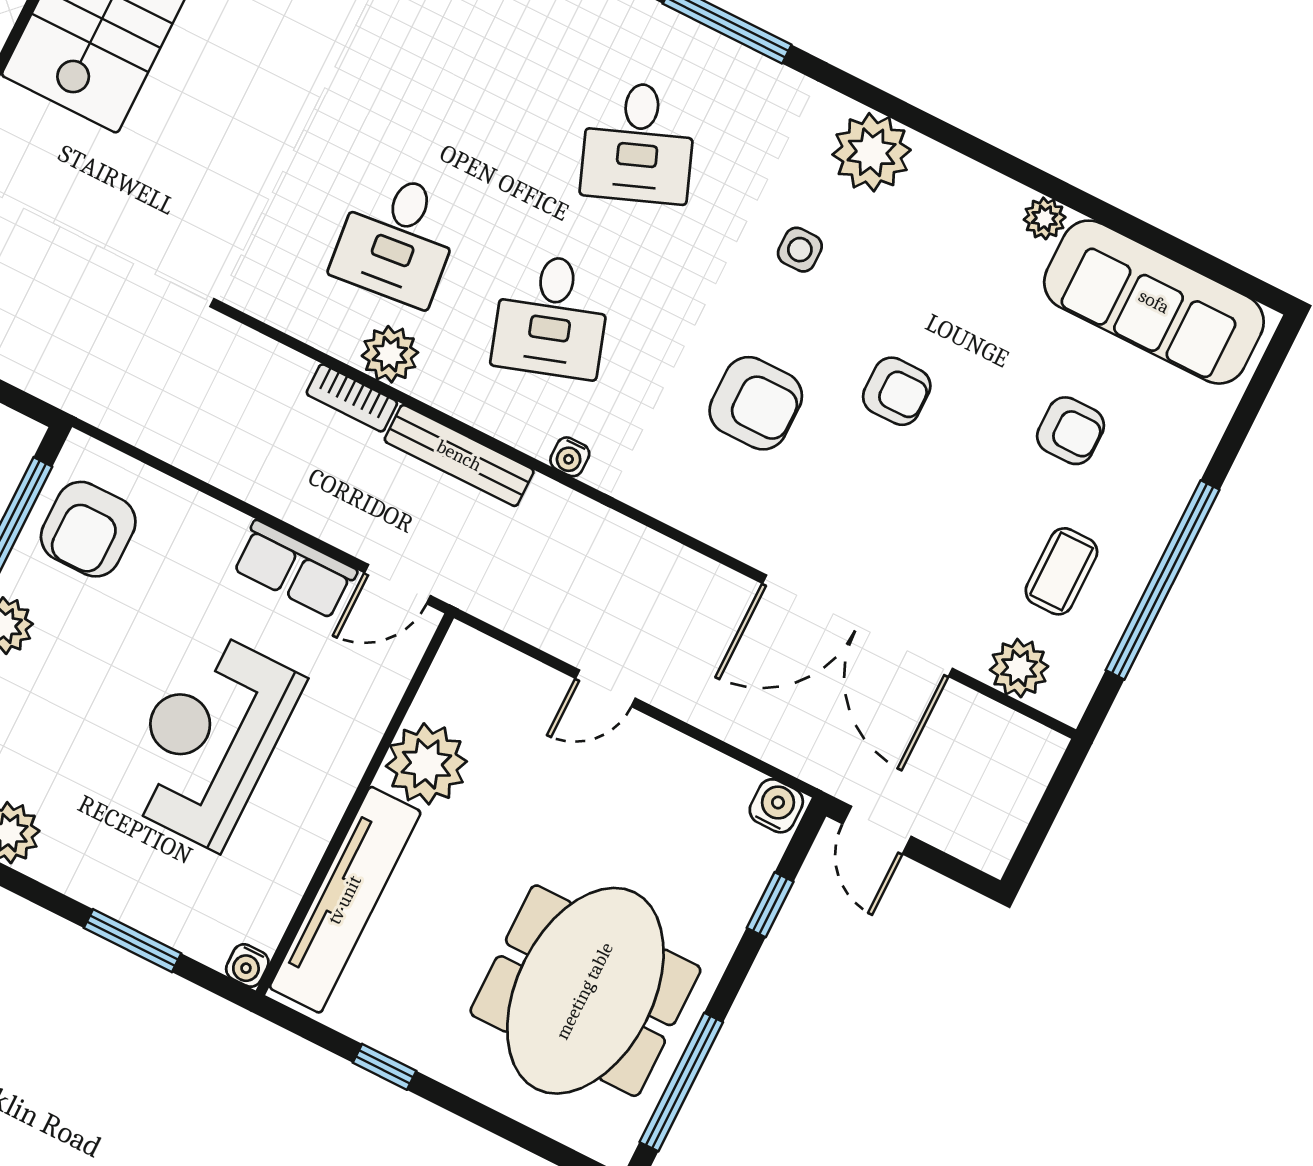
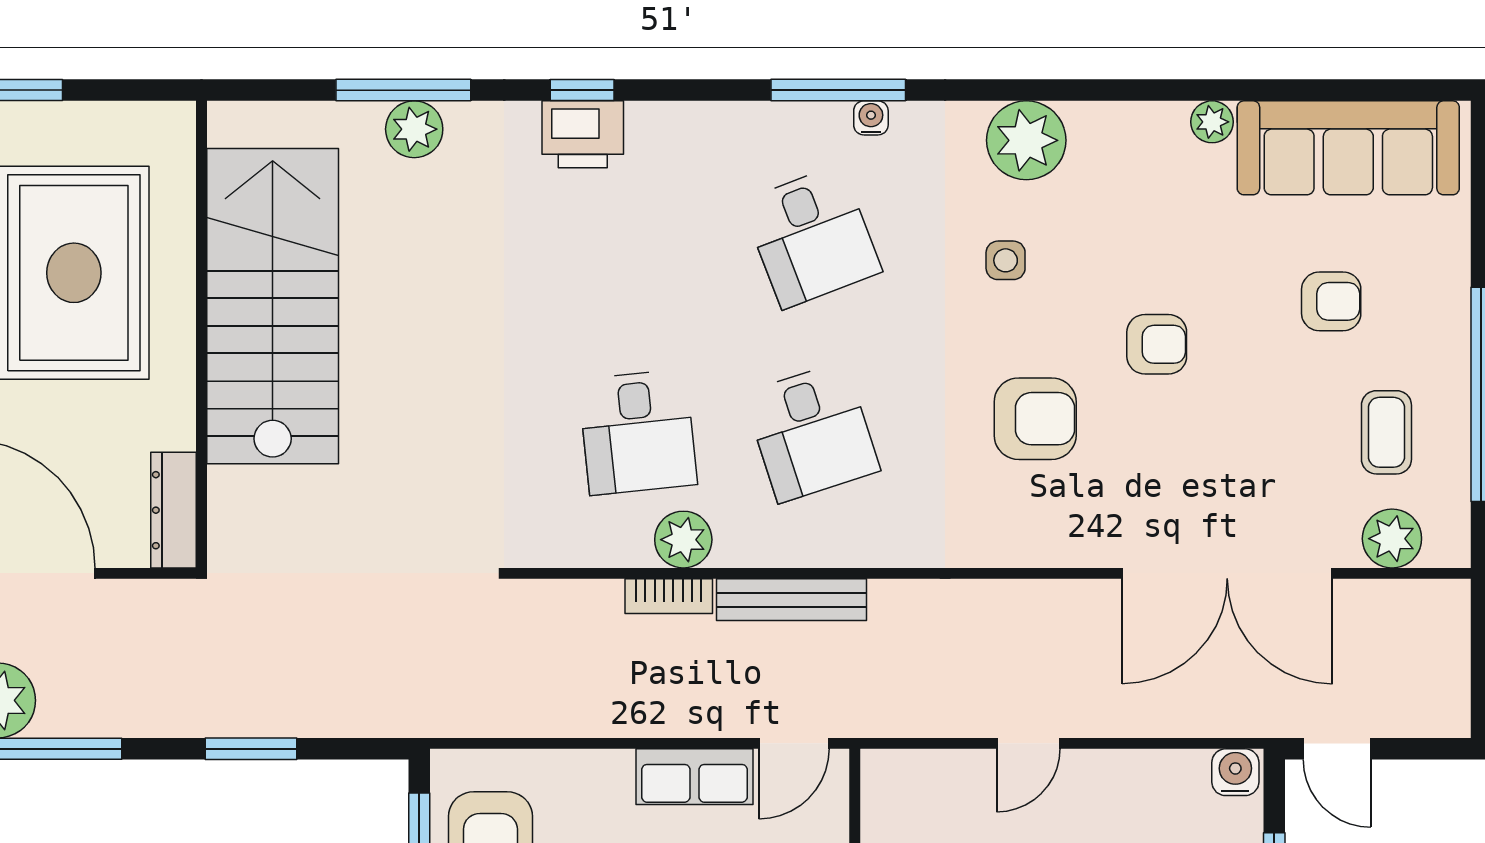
water cooler: (570, 457) -> (871, 118), moved, turned 180

